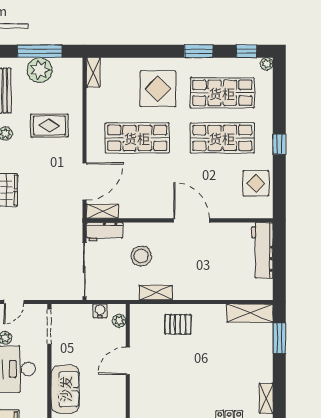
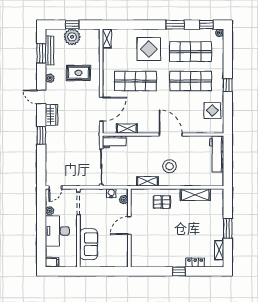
window: (40, 51) -> (72, 25), width x0.46
shelving: (102, 211) -> (127, 129), moved
stool: (141, 256) -> (170, 166), moved
shelving: (250, 313) -> (195, 195), moved
window: (279, 338) -> (228, 228), moved

